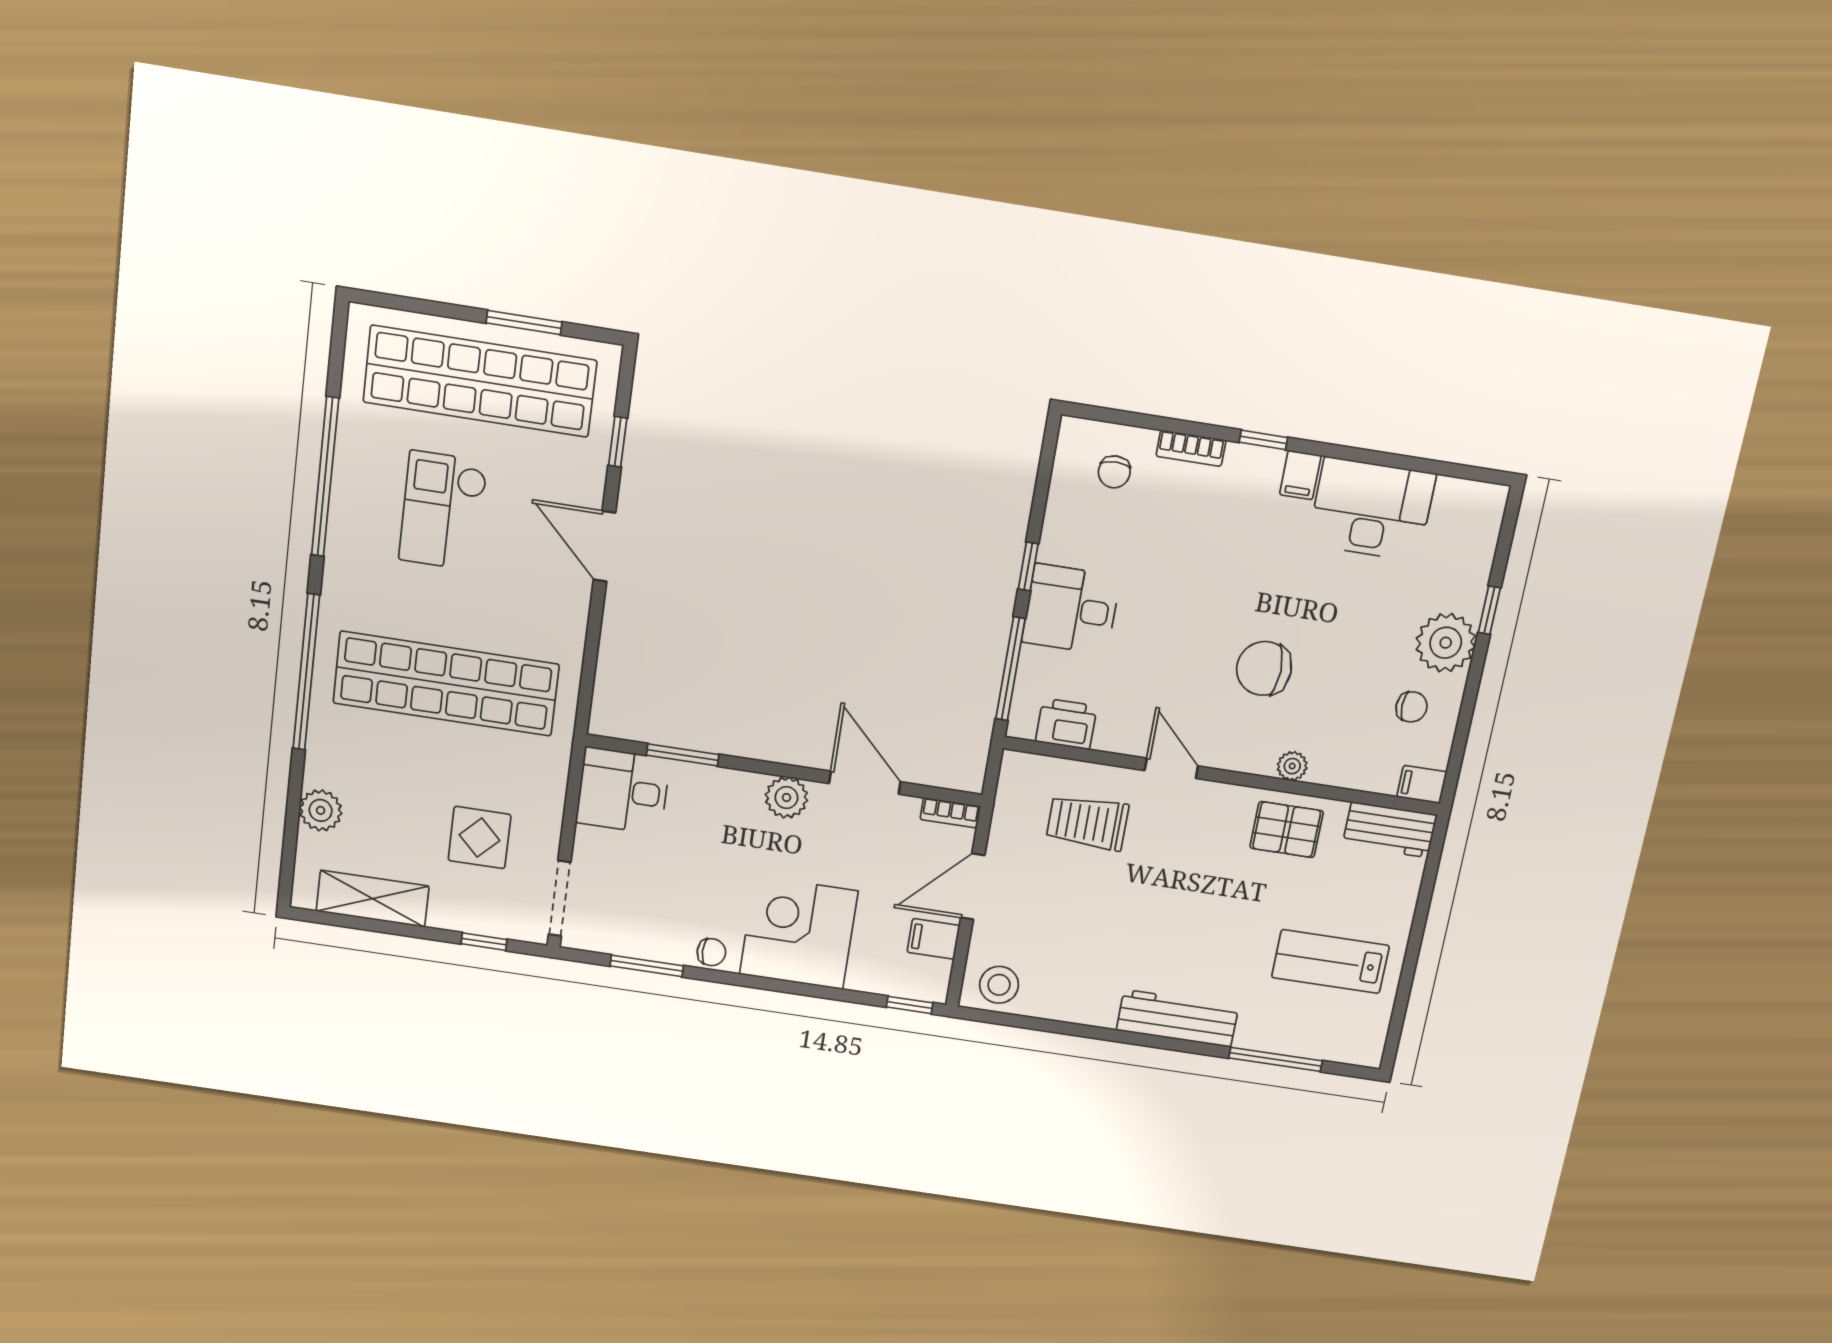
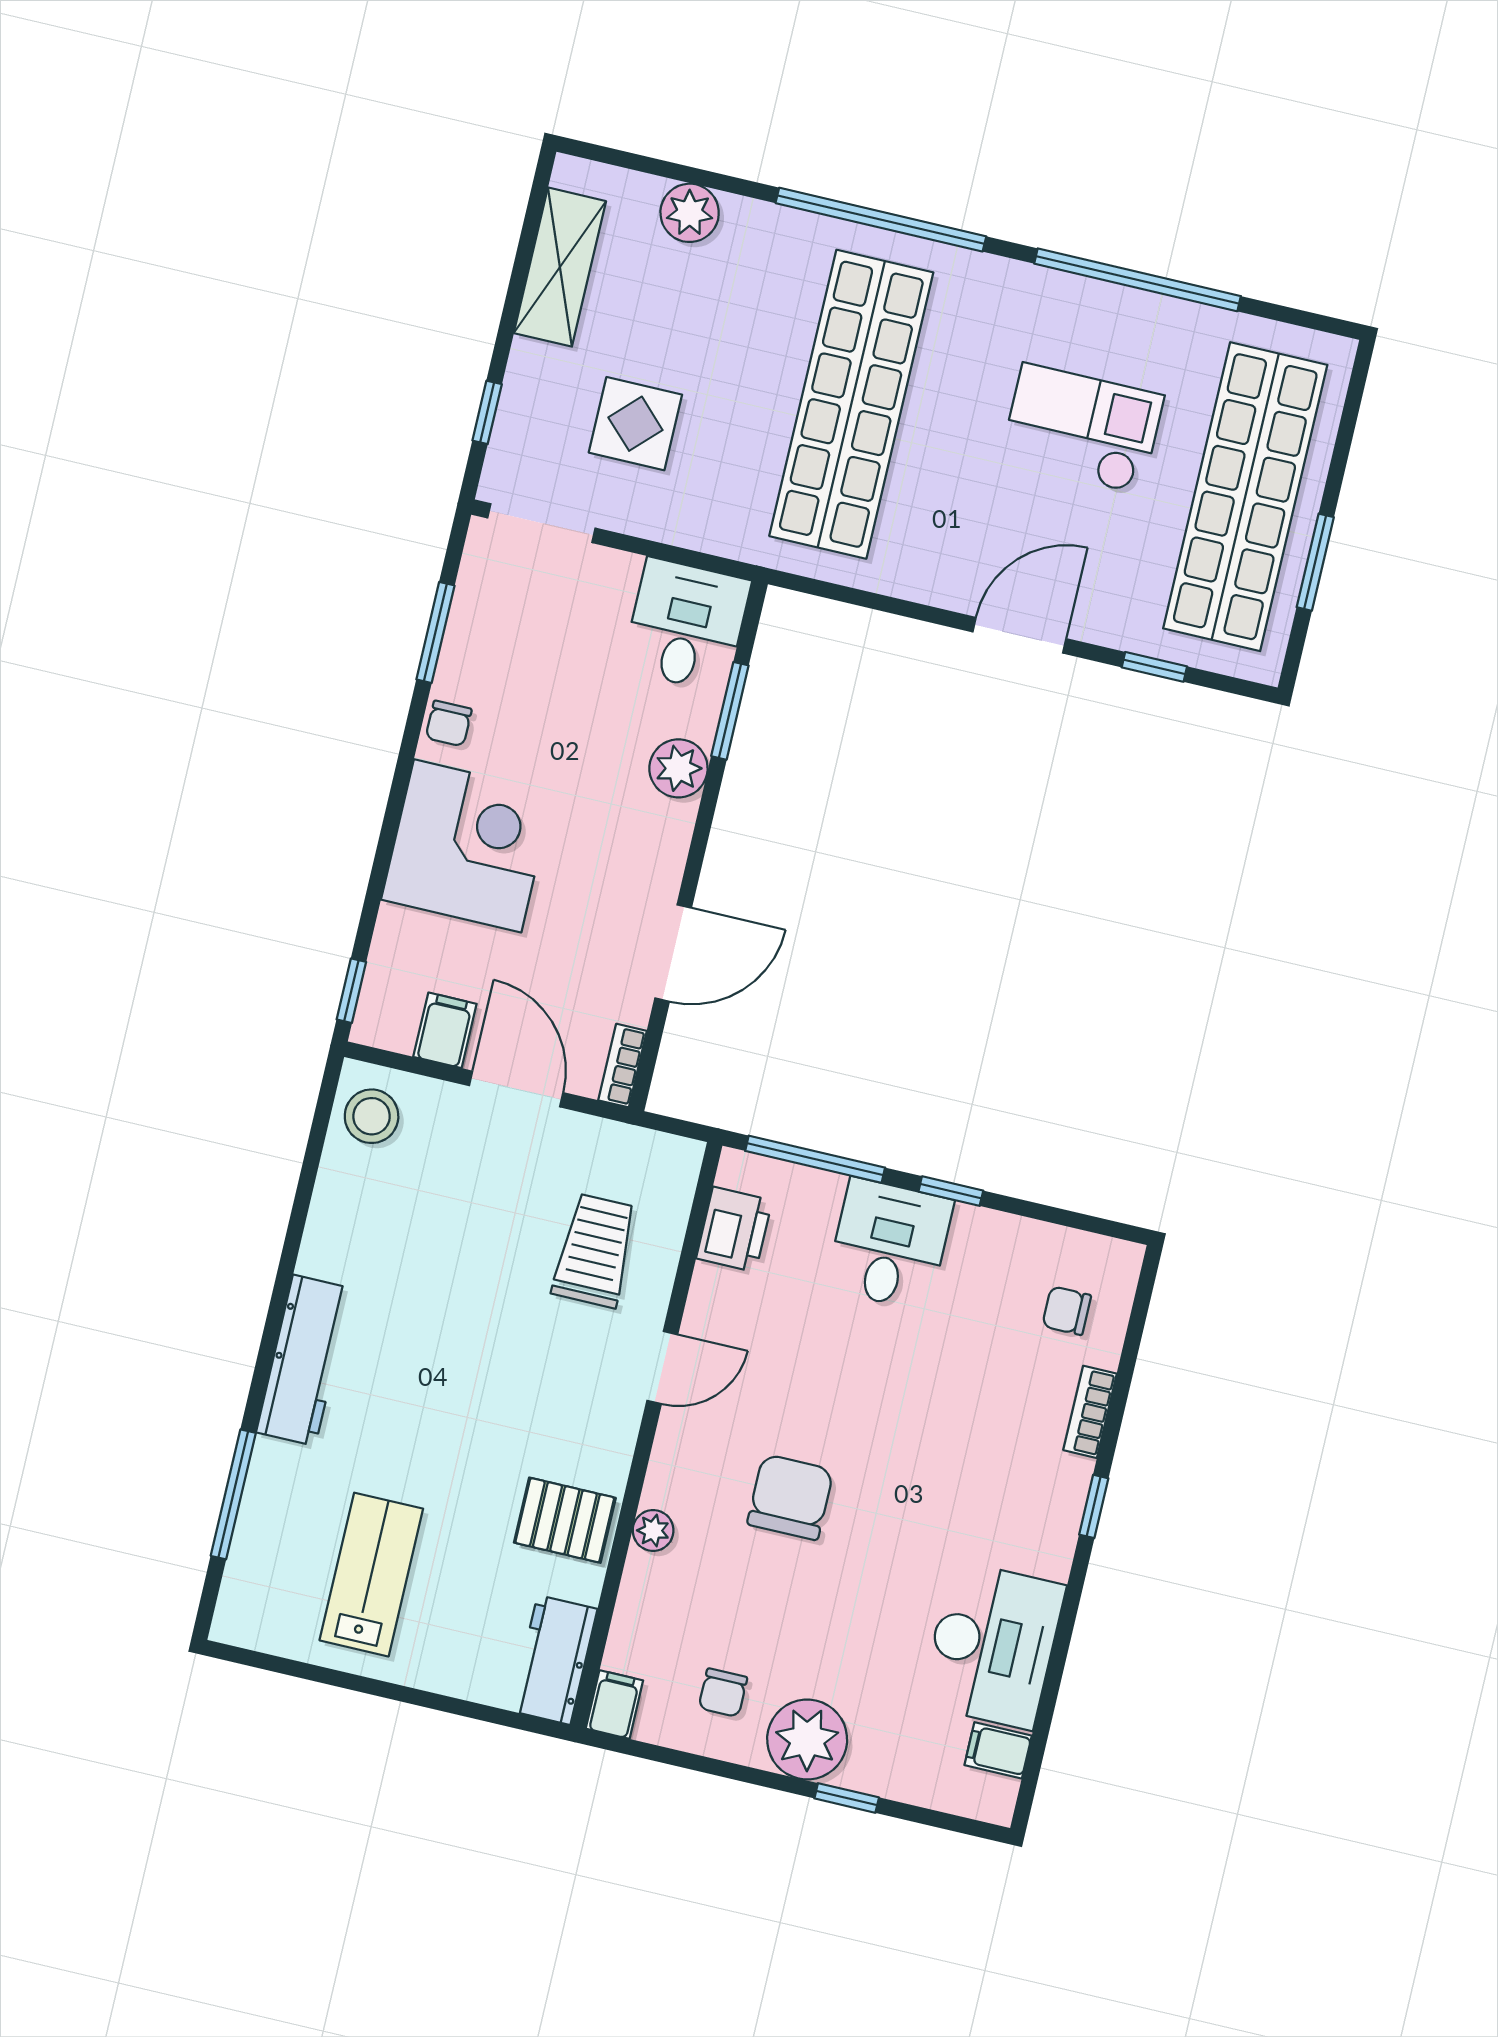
filing cabinet: (1300, 475) -> (998, 1750), moved
plant: (786, 798) -> (678, 768), moved
pallet: (1287, 830) -> (565, 1520), turned 90

